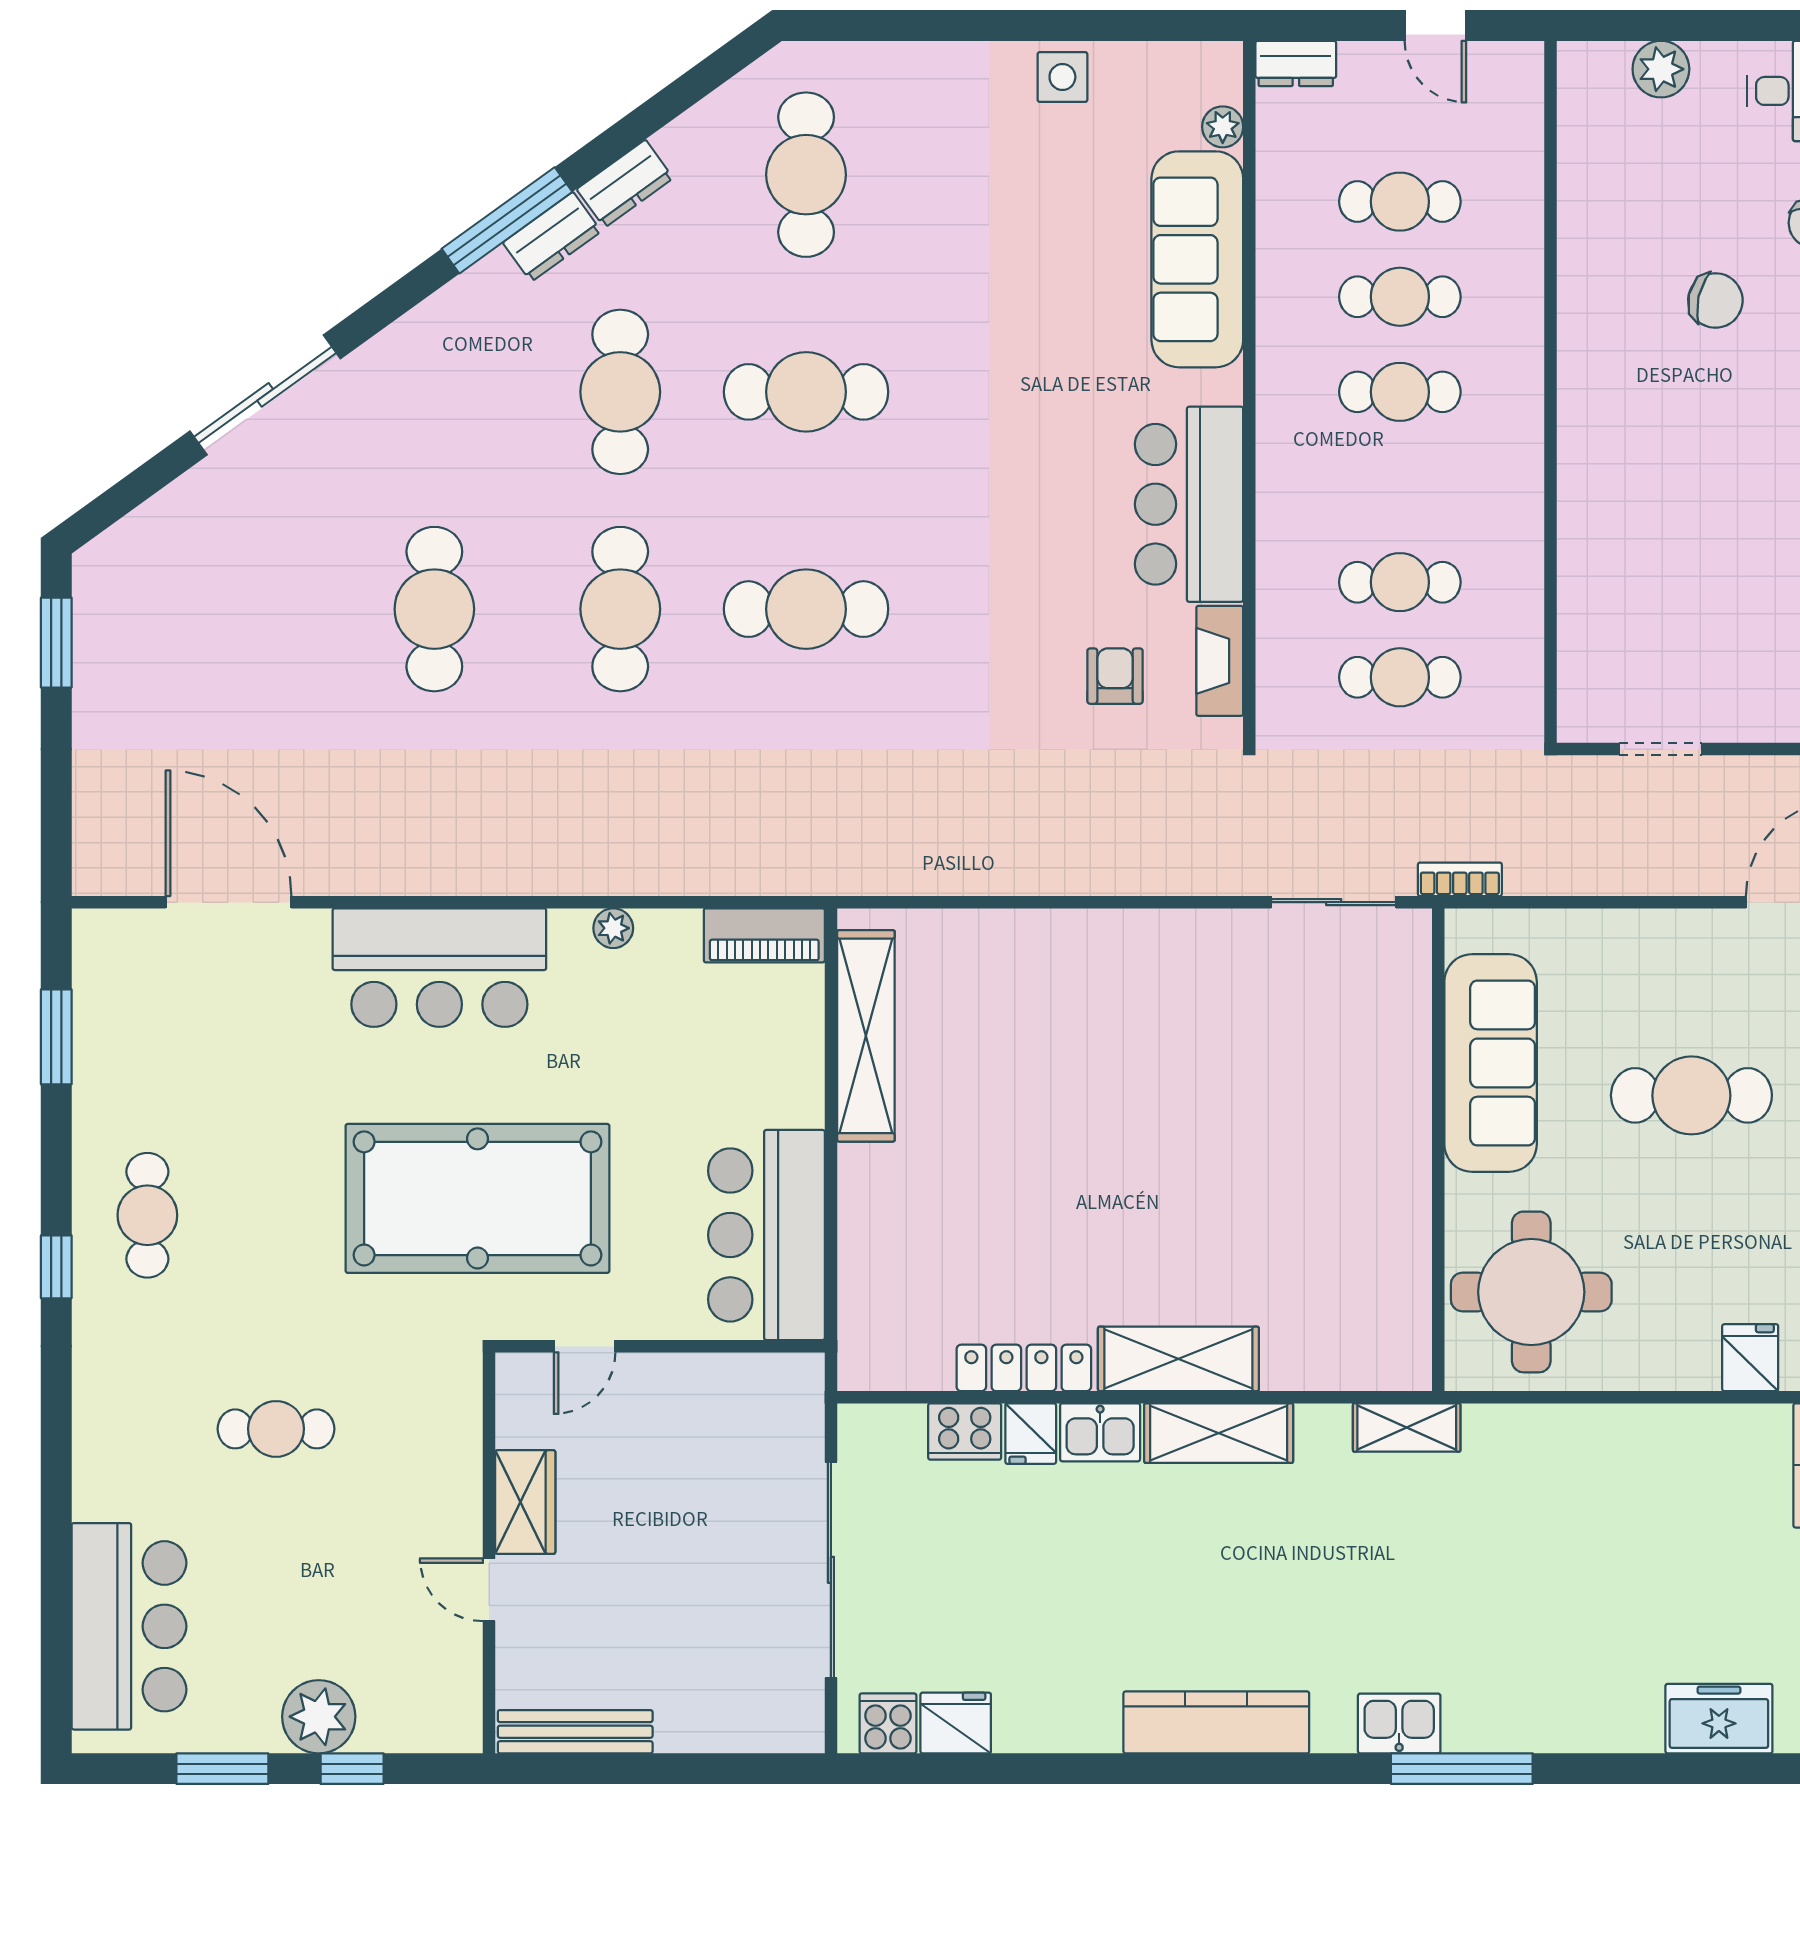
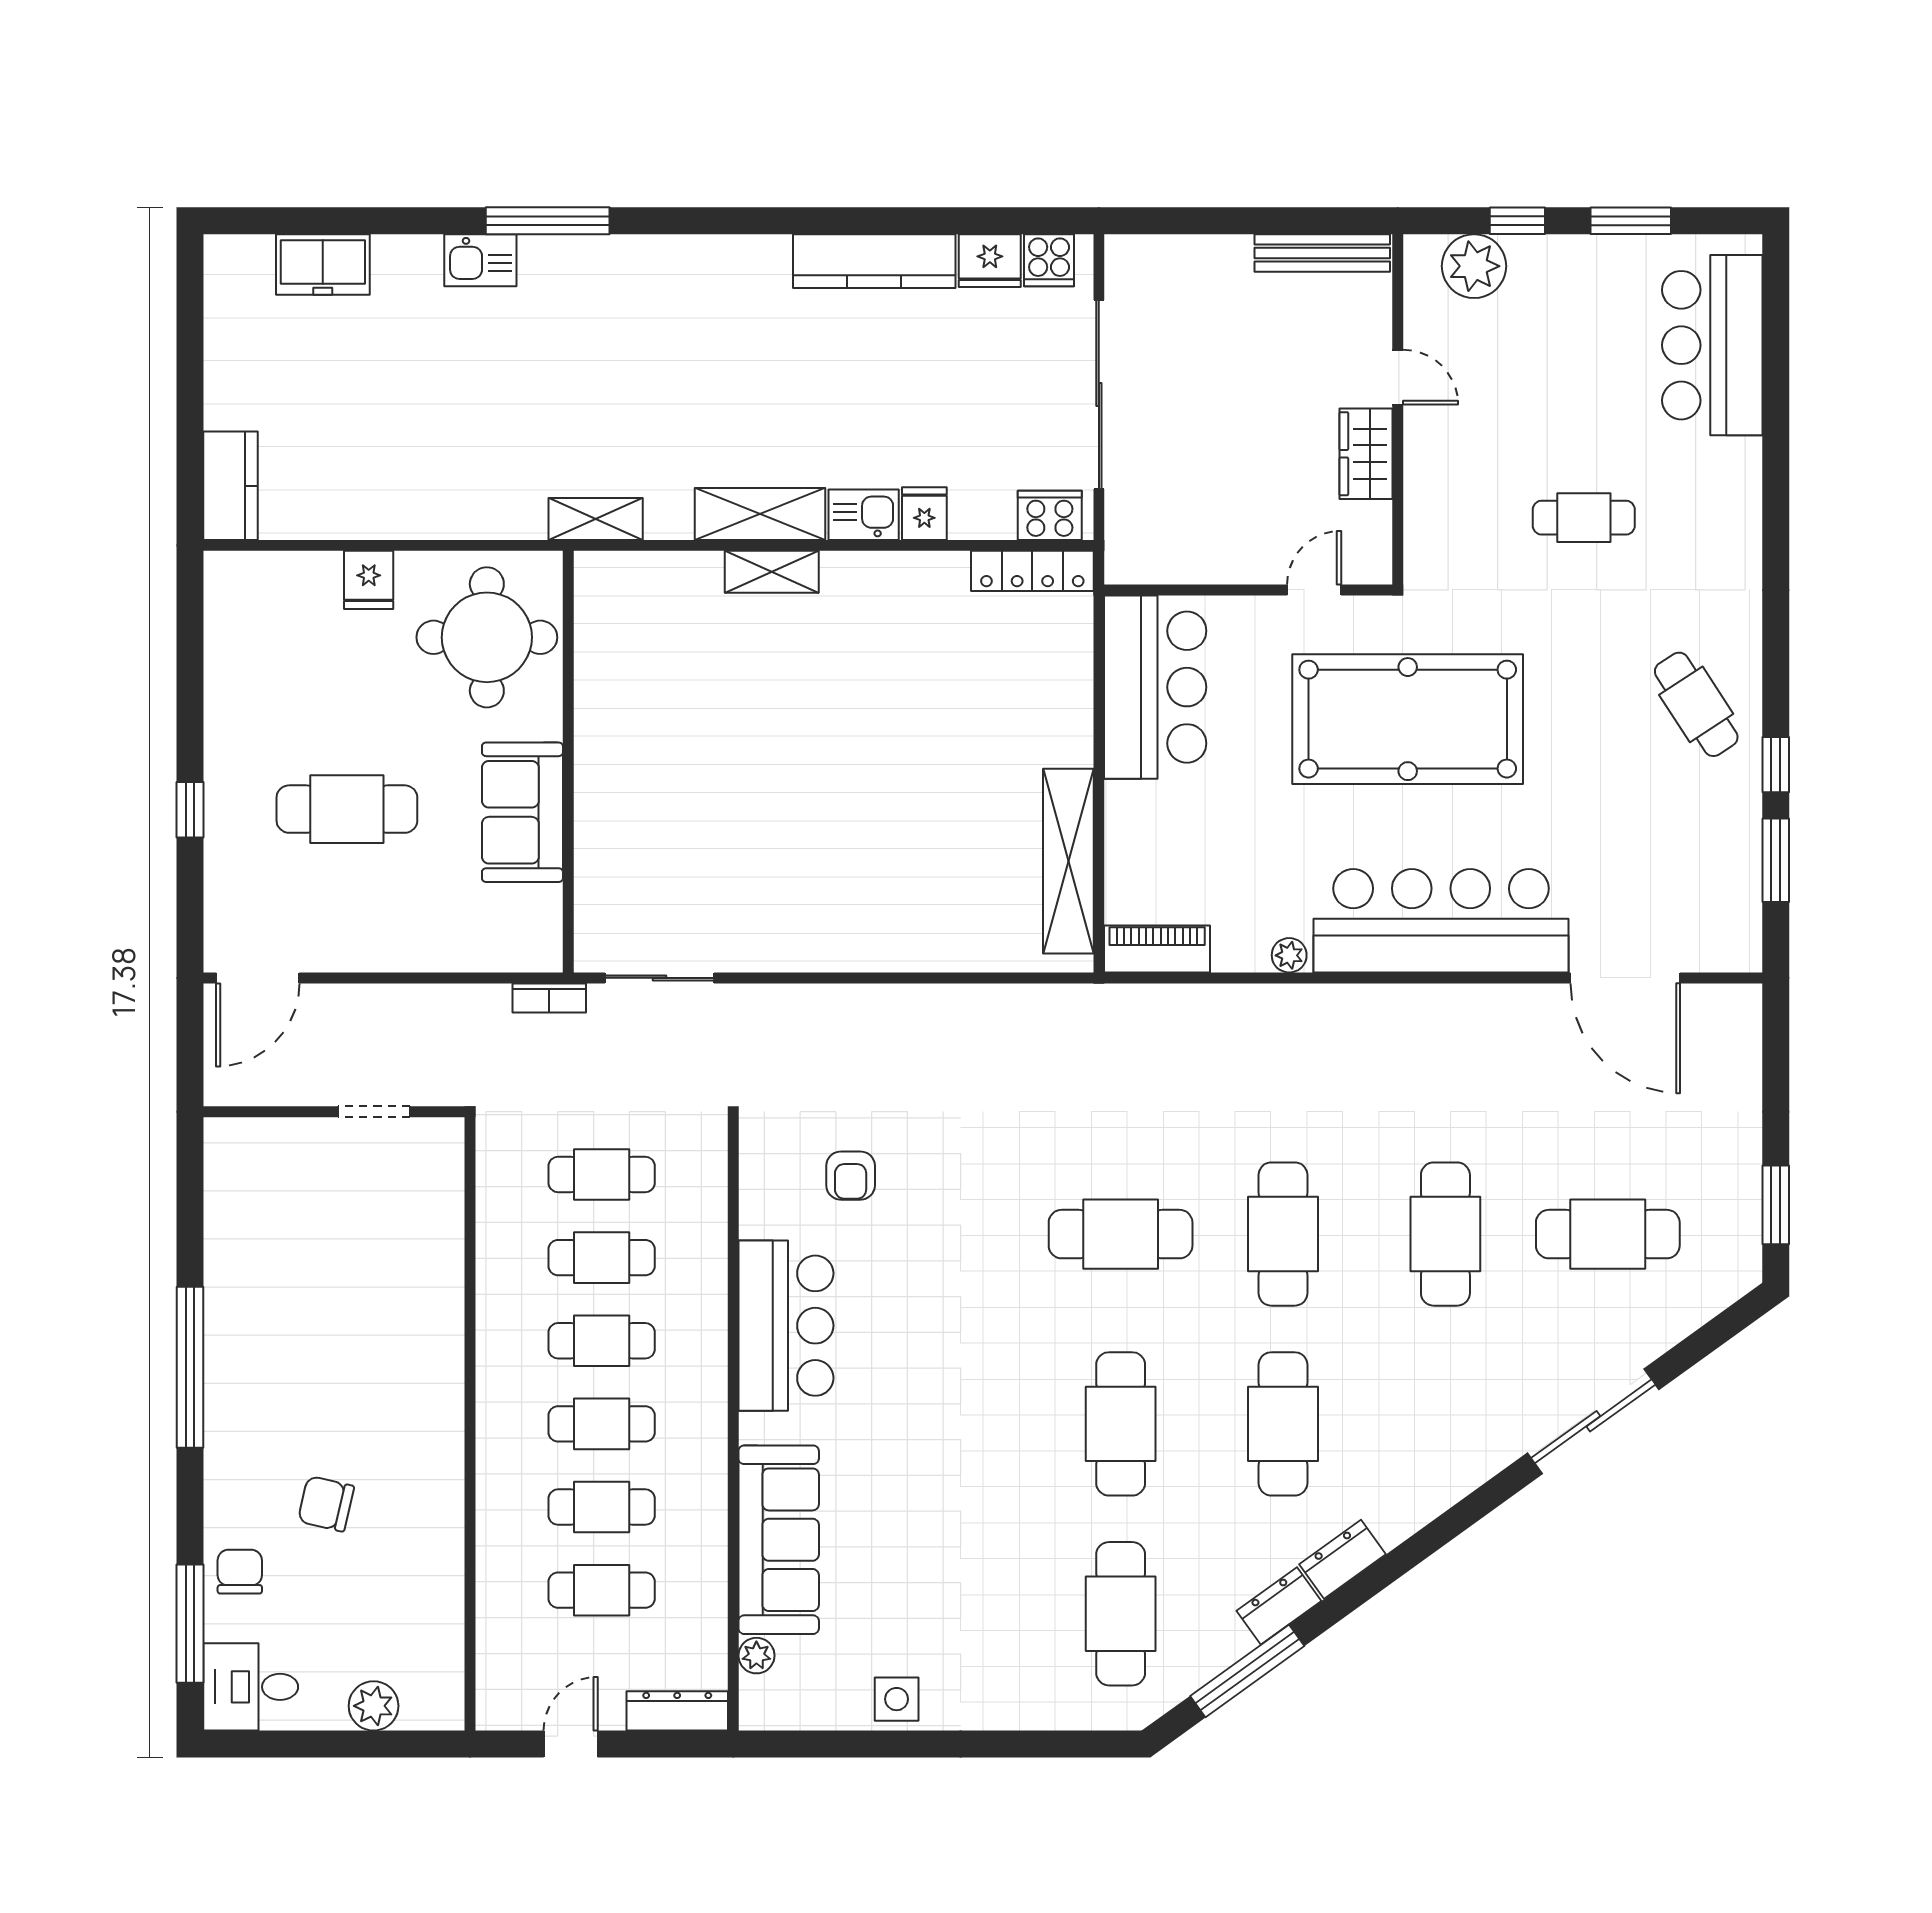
door: (1435, 25) -> (571, 1744), hinge flipped
dresser: (1296, 63) -> (677, 1711), width x1.44
window: (507, 220) -> (1247, 1671), moved
cafe table: (806, 392) -> (1121, 1424), turned 90
cafe table: (1400, 487) -> (602, 1341), added
cafe table: (249, 609) -> (1608, 1234), added
fireplace: (1220, 661) -> (759, 1189), removed
bar counter: (439, 968) -> (1441, 921), width x1.36
sofa: (1491, 1063) -> (522, 812), width x0.73
cafe table: (147, 1215) -> (1696, 704), turned -33
window: (56, 1267) -> (1776, 765), moved
fridge: (1750, 1358) -> (369, 580), moved
shelving: (1178, 1359) -> (772, 572), width x0.67, depth x0.75
locker: (1024, 1368) -> (1032, 571), moved
cooker: (965, 1432) -> (1050, 515), moved
plant: (319, 1717) -> (1474, 266), moved
kitchen counter: (1216, 1722) -> (874, 261), moved
kitchen sink: (1399, 1723) -> (480, 260), moved

